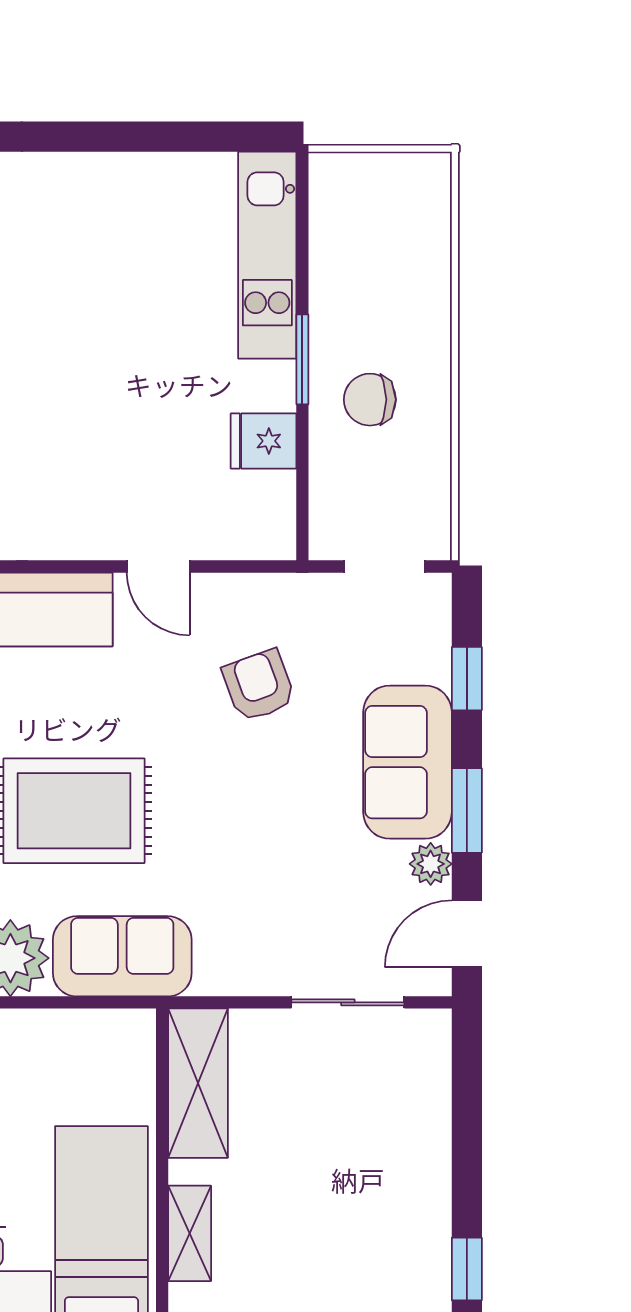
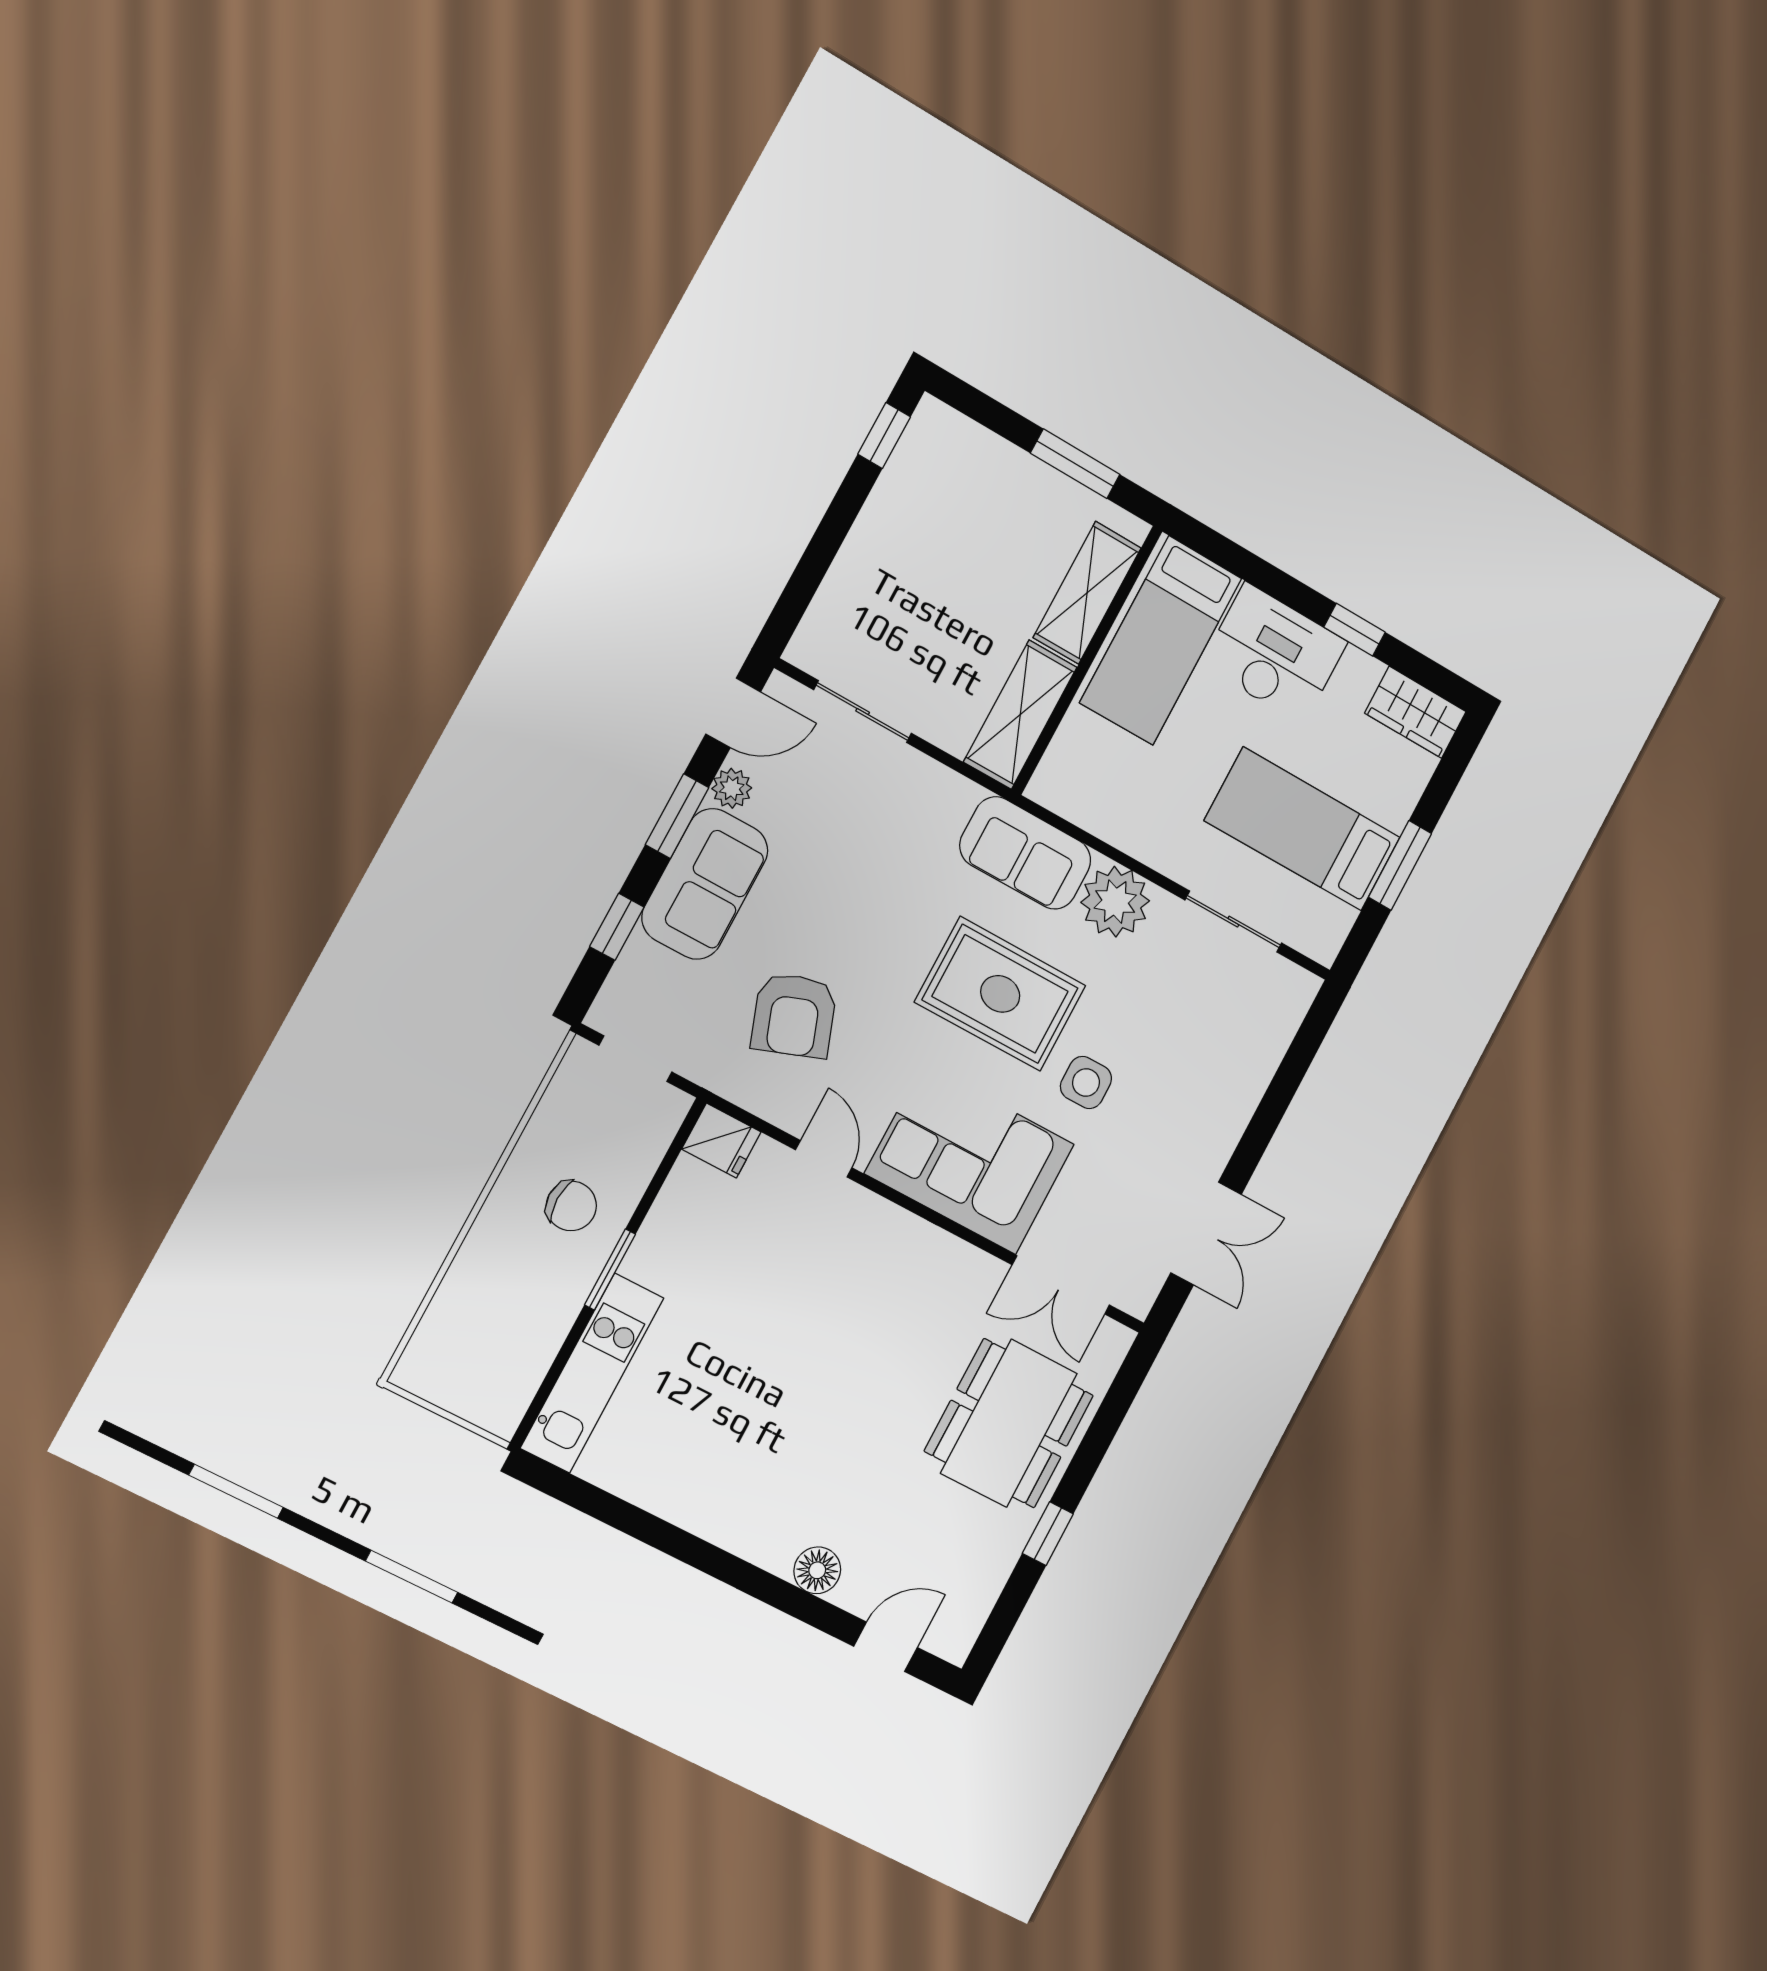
fridge: (264, 441) -> (721, 1141), moved
armchair: (259, 685) -> (794, 1015), width x1.38, depth x1.38
shelving: (190, 1233) -> (1087, 593), width x1.50, depth x1.33

